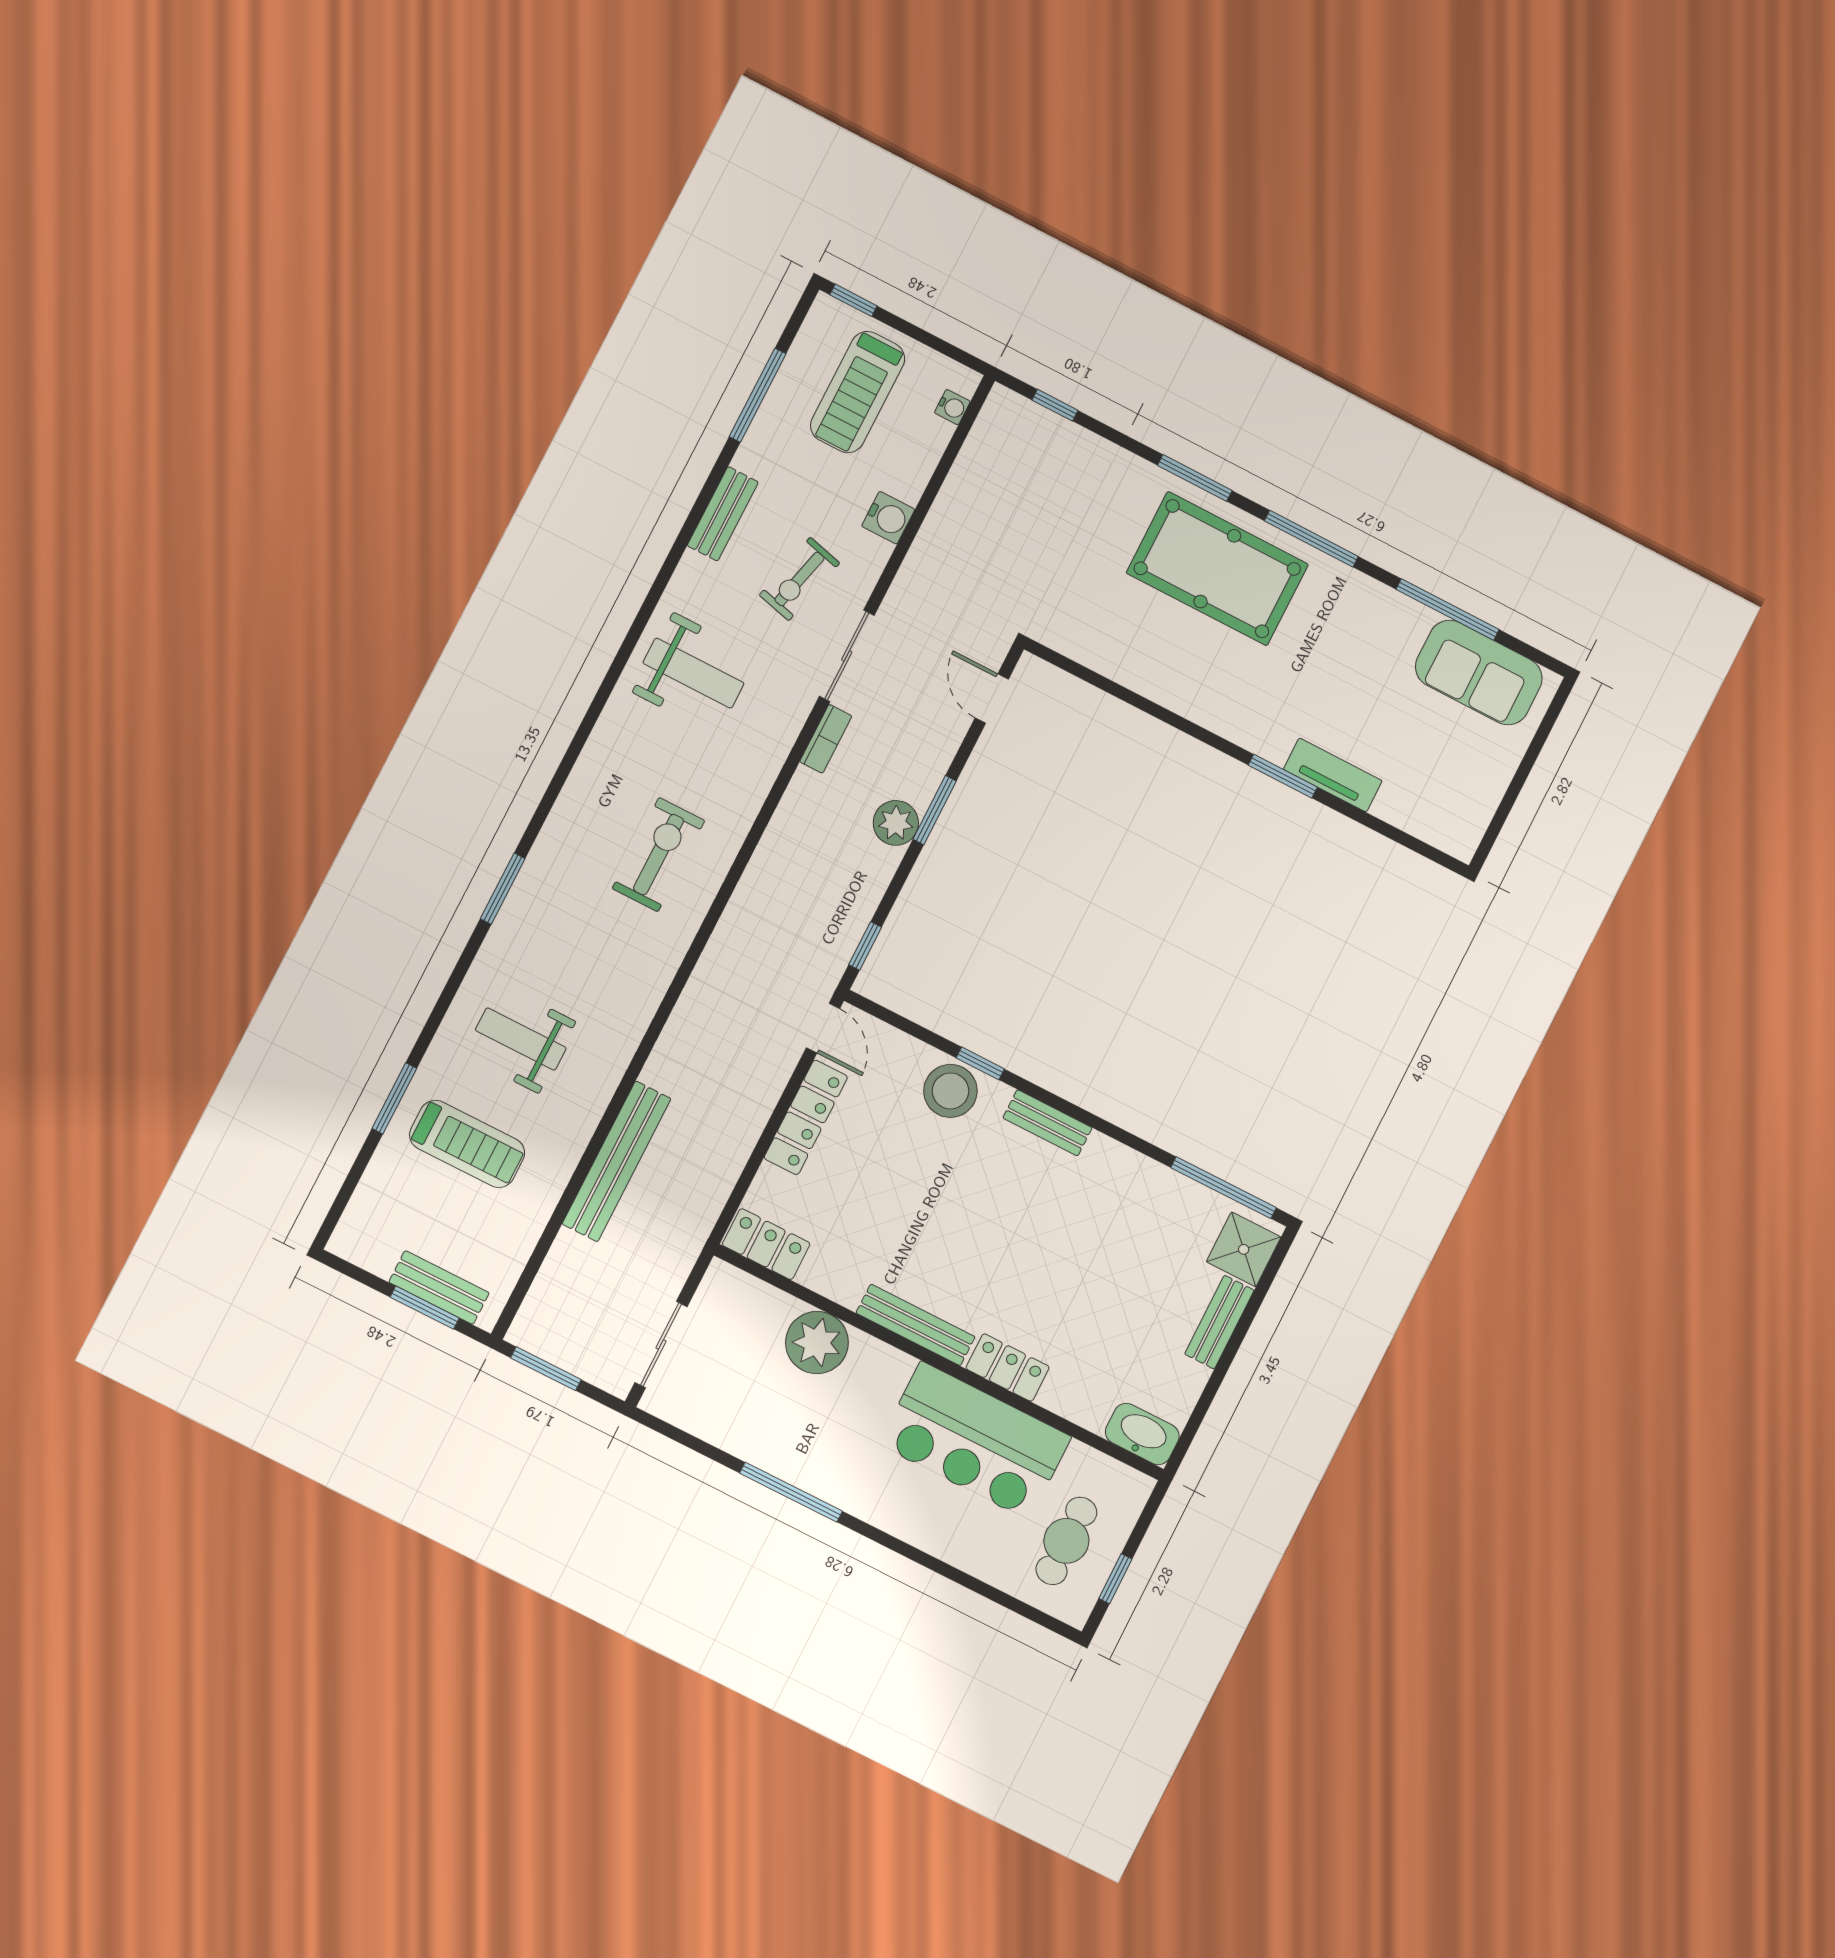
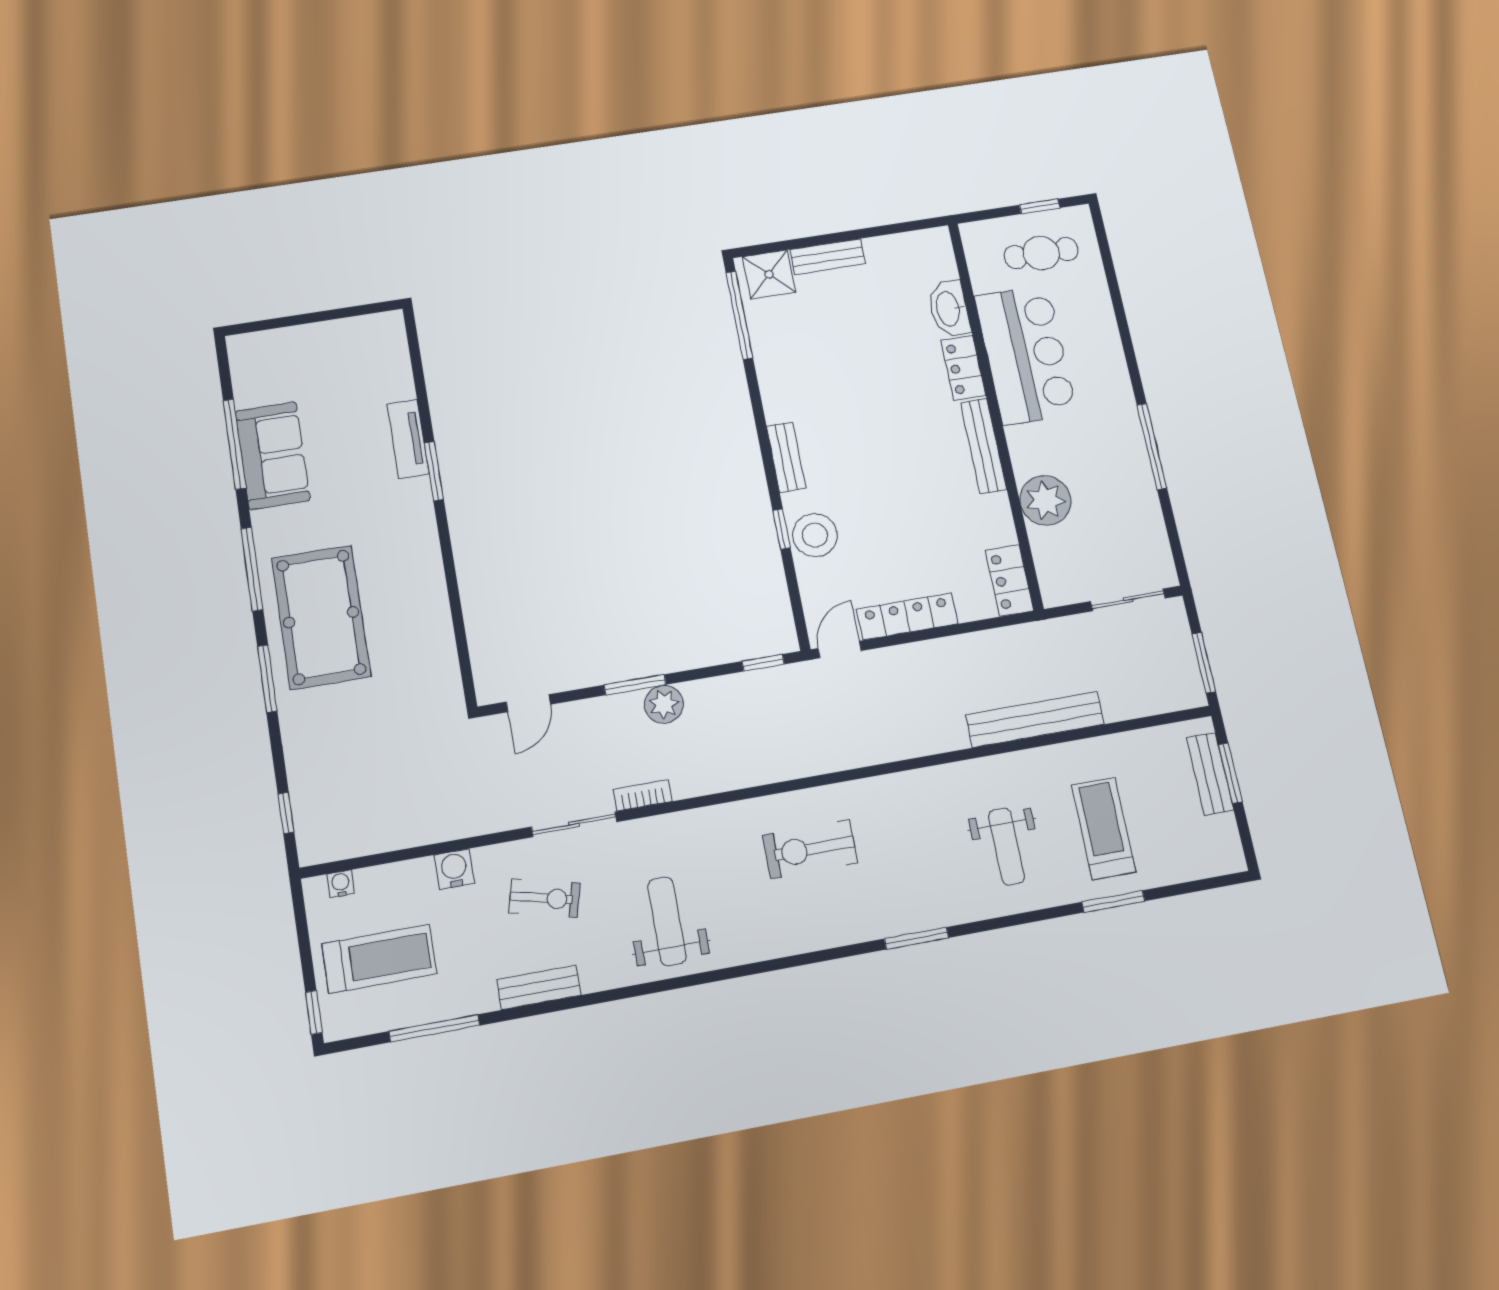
sofa: (1479, 673) -> (273, 456), moved
washbasin: (1142, 1434) -> (949, 309), moved

